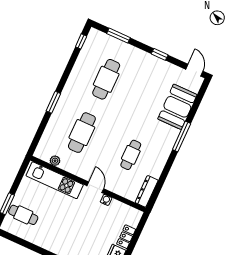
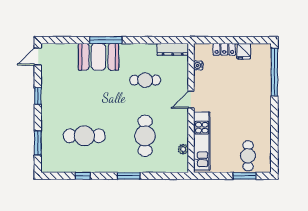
window: (81, 41) -> (83, 176), moved
booth: (177, 107) -> (99, 57), moved
cafe table: (82, 133) -> (145, 136), turned 90
water cooler: (106, 200) -> (198, 65), moved

